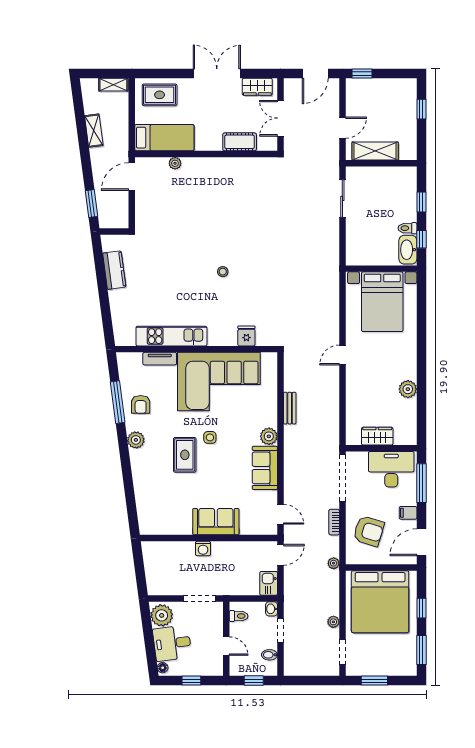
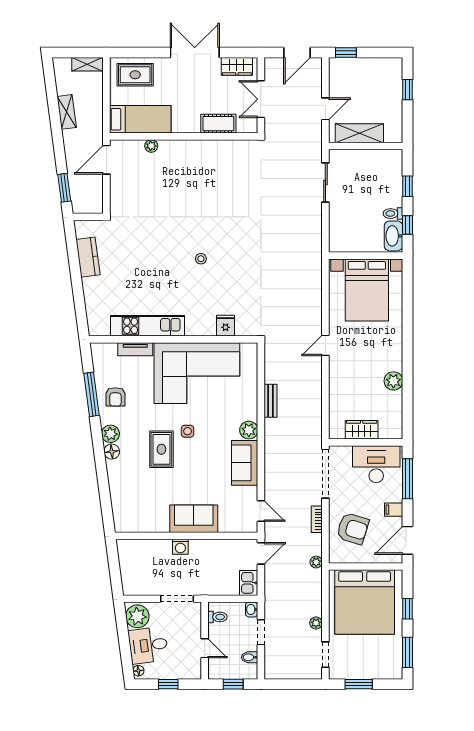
floor lamp: (137, 457) -> (112, 452), added

